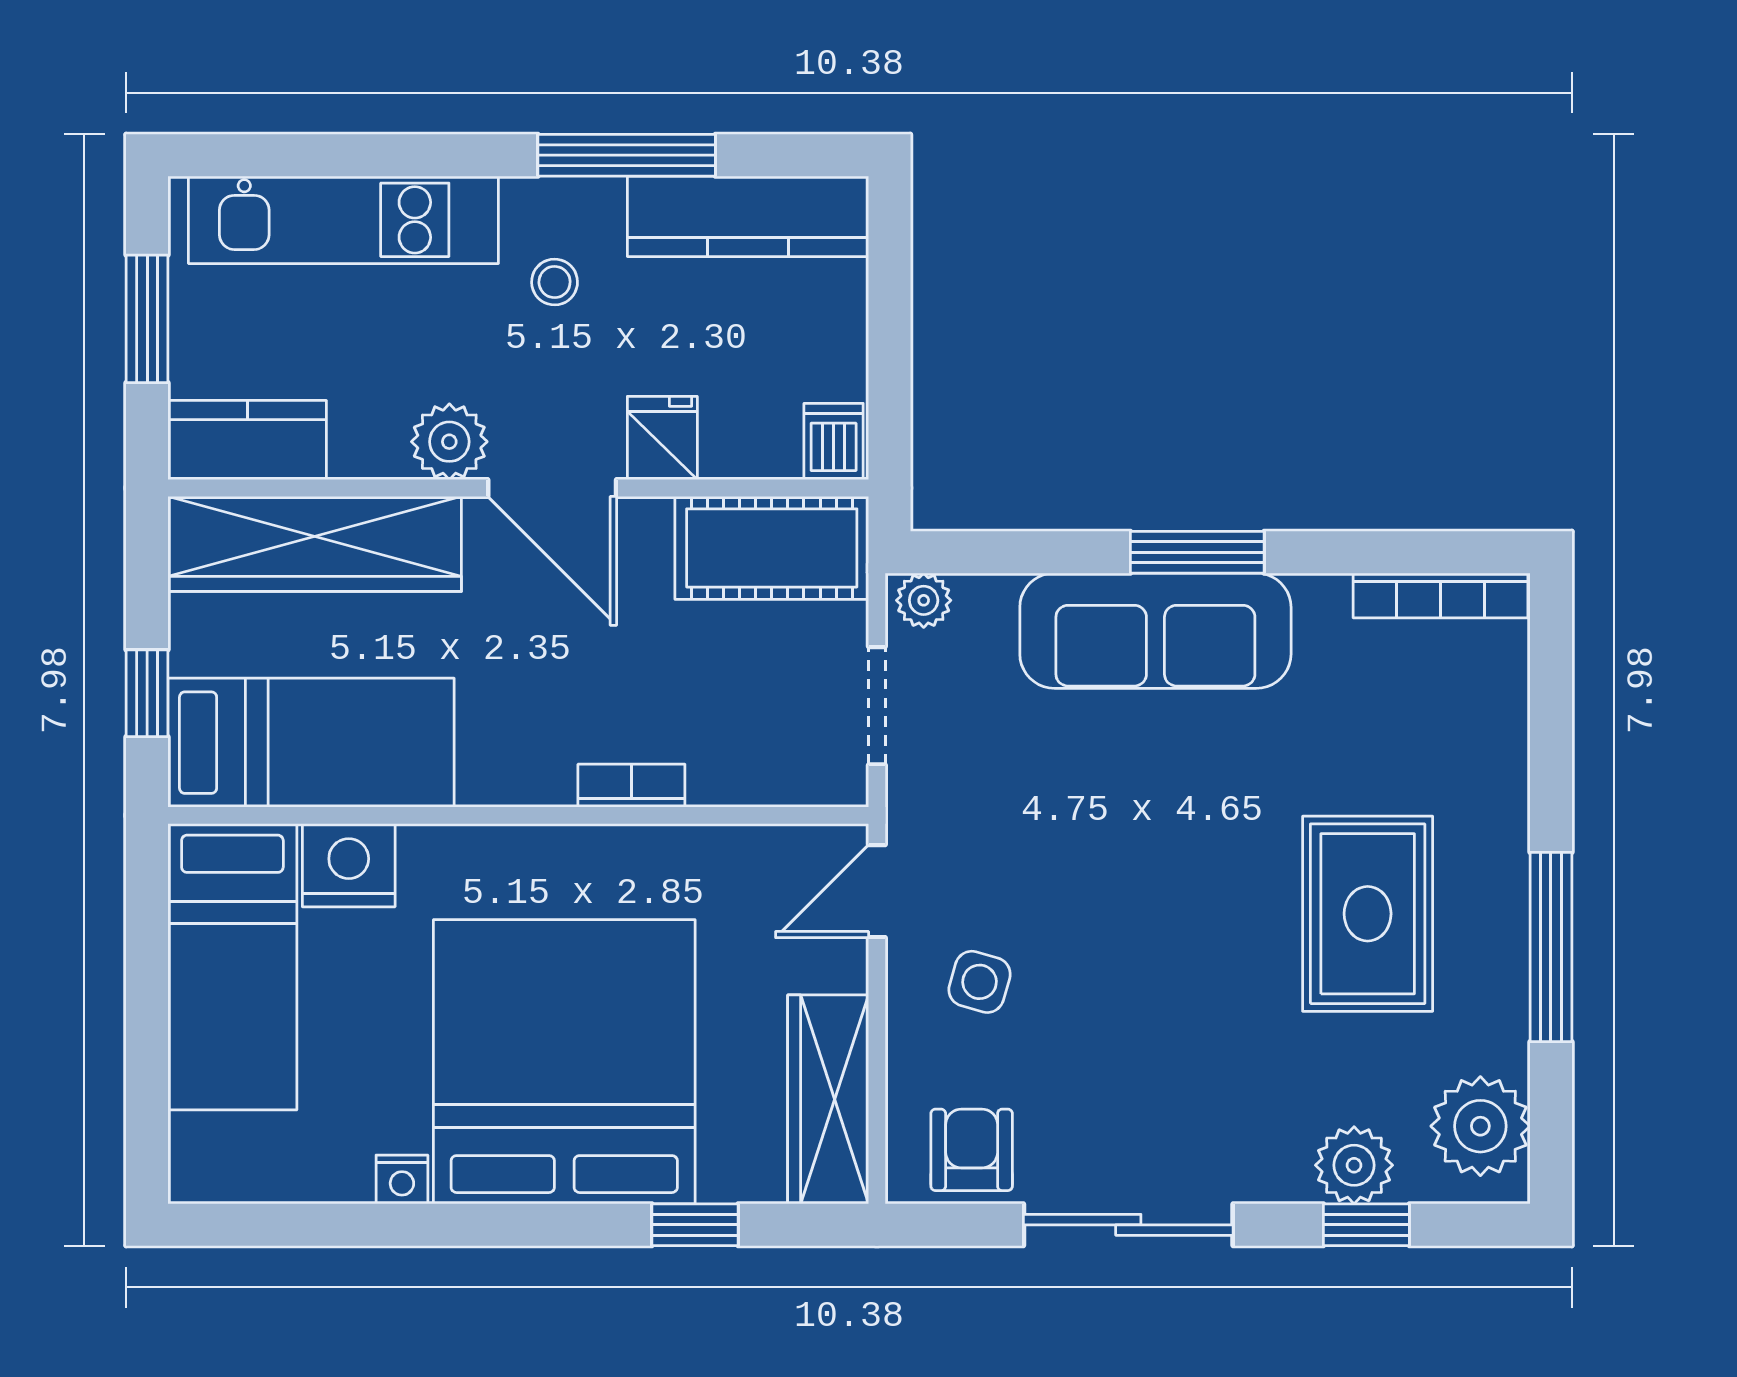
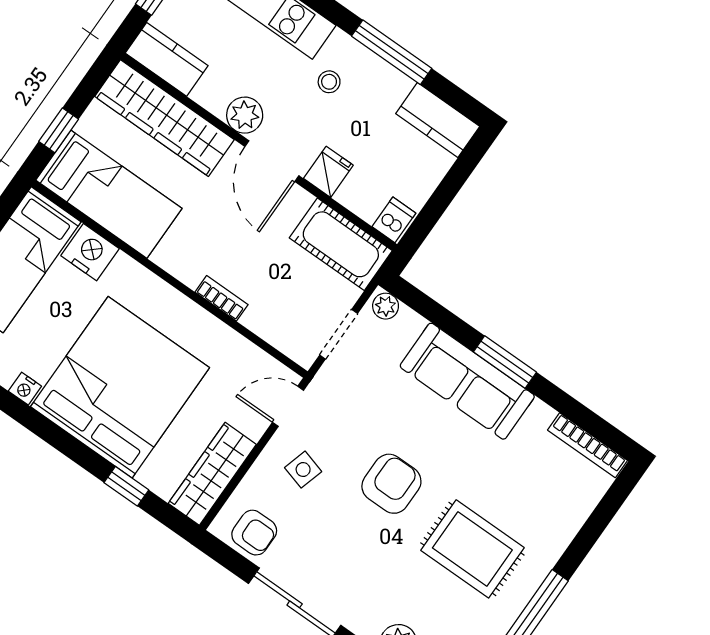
kitchen counter: (748, 216) -> (438, 120), width x0.67
armchair: (1149, 899) -> (391, 484), added
rug: (1368, 914) -> (472, 549), turned 90
armchair: (972, 1150) -> (254, 533), turned 90

